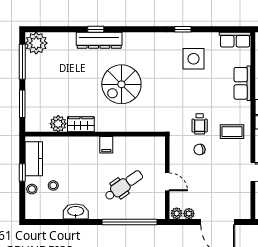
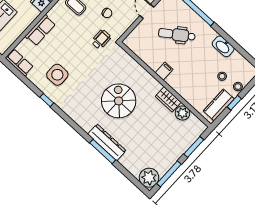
window: (96, 29) -> (103, 151), width x2.17
spiral stairs: (121, 84) -> (119, 101), turned -90
wheelchair: (200, 124) -> (101, 39), moved

